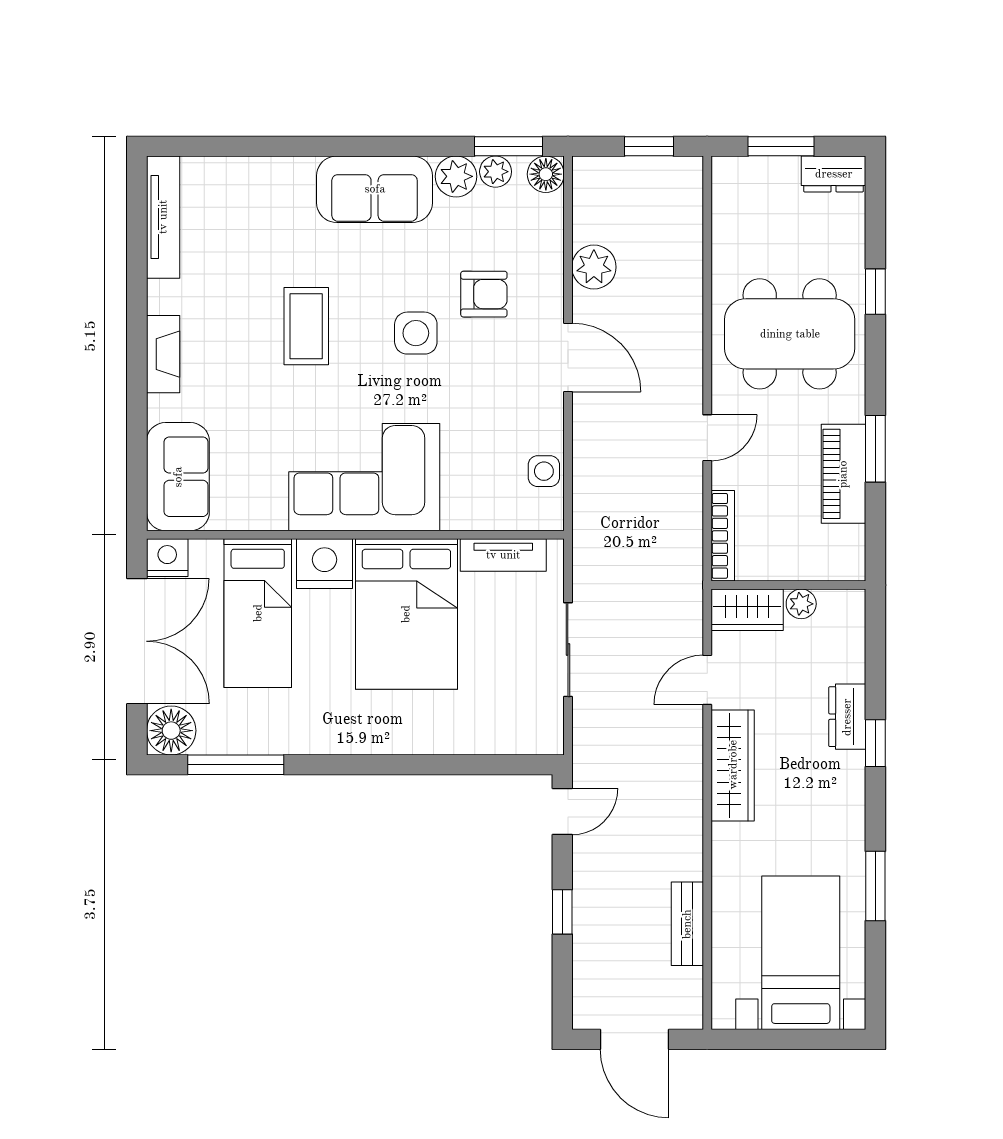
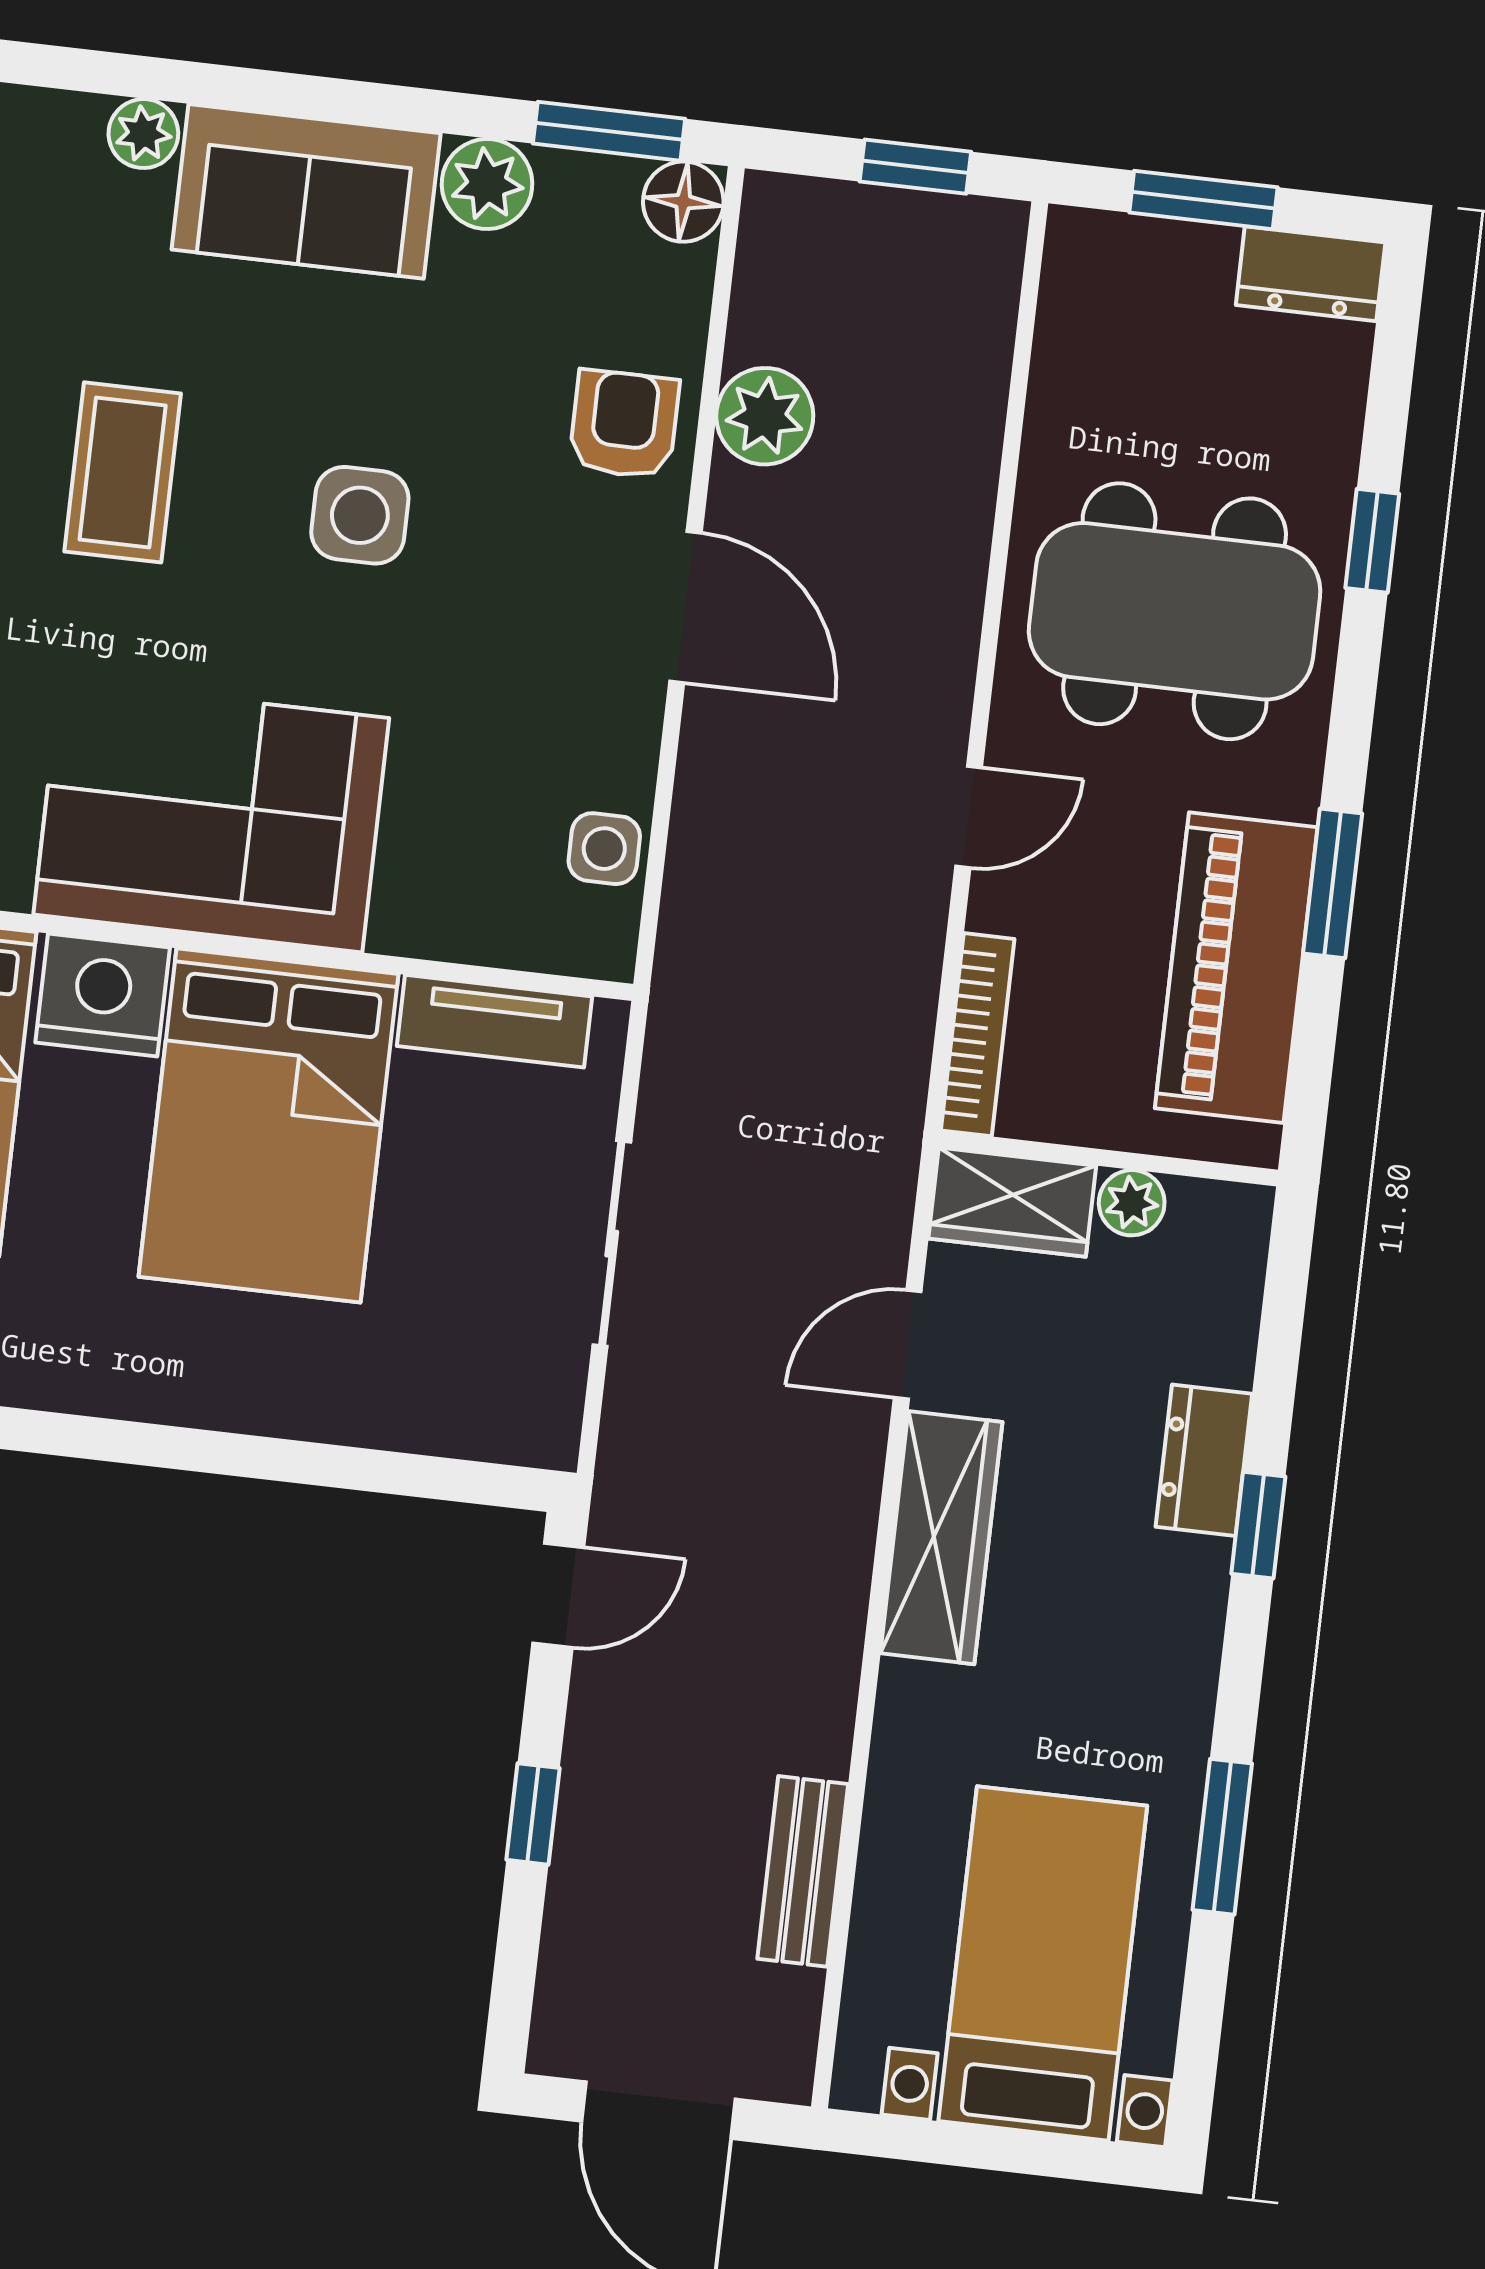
plant: (496, 172) -> (143, 134), moved
armchair: (484, 294) -> (624, 424), moved, turned -90
piano: (843, 474) -> (1236, 968), width x1.37, depth x1.33

